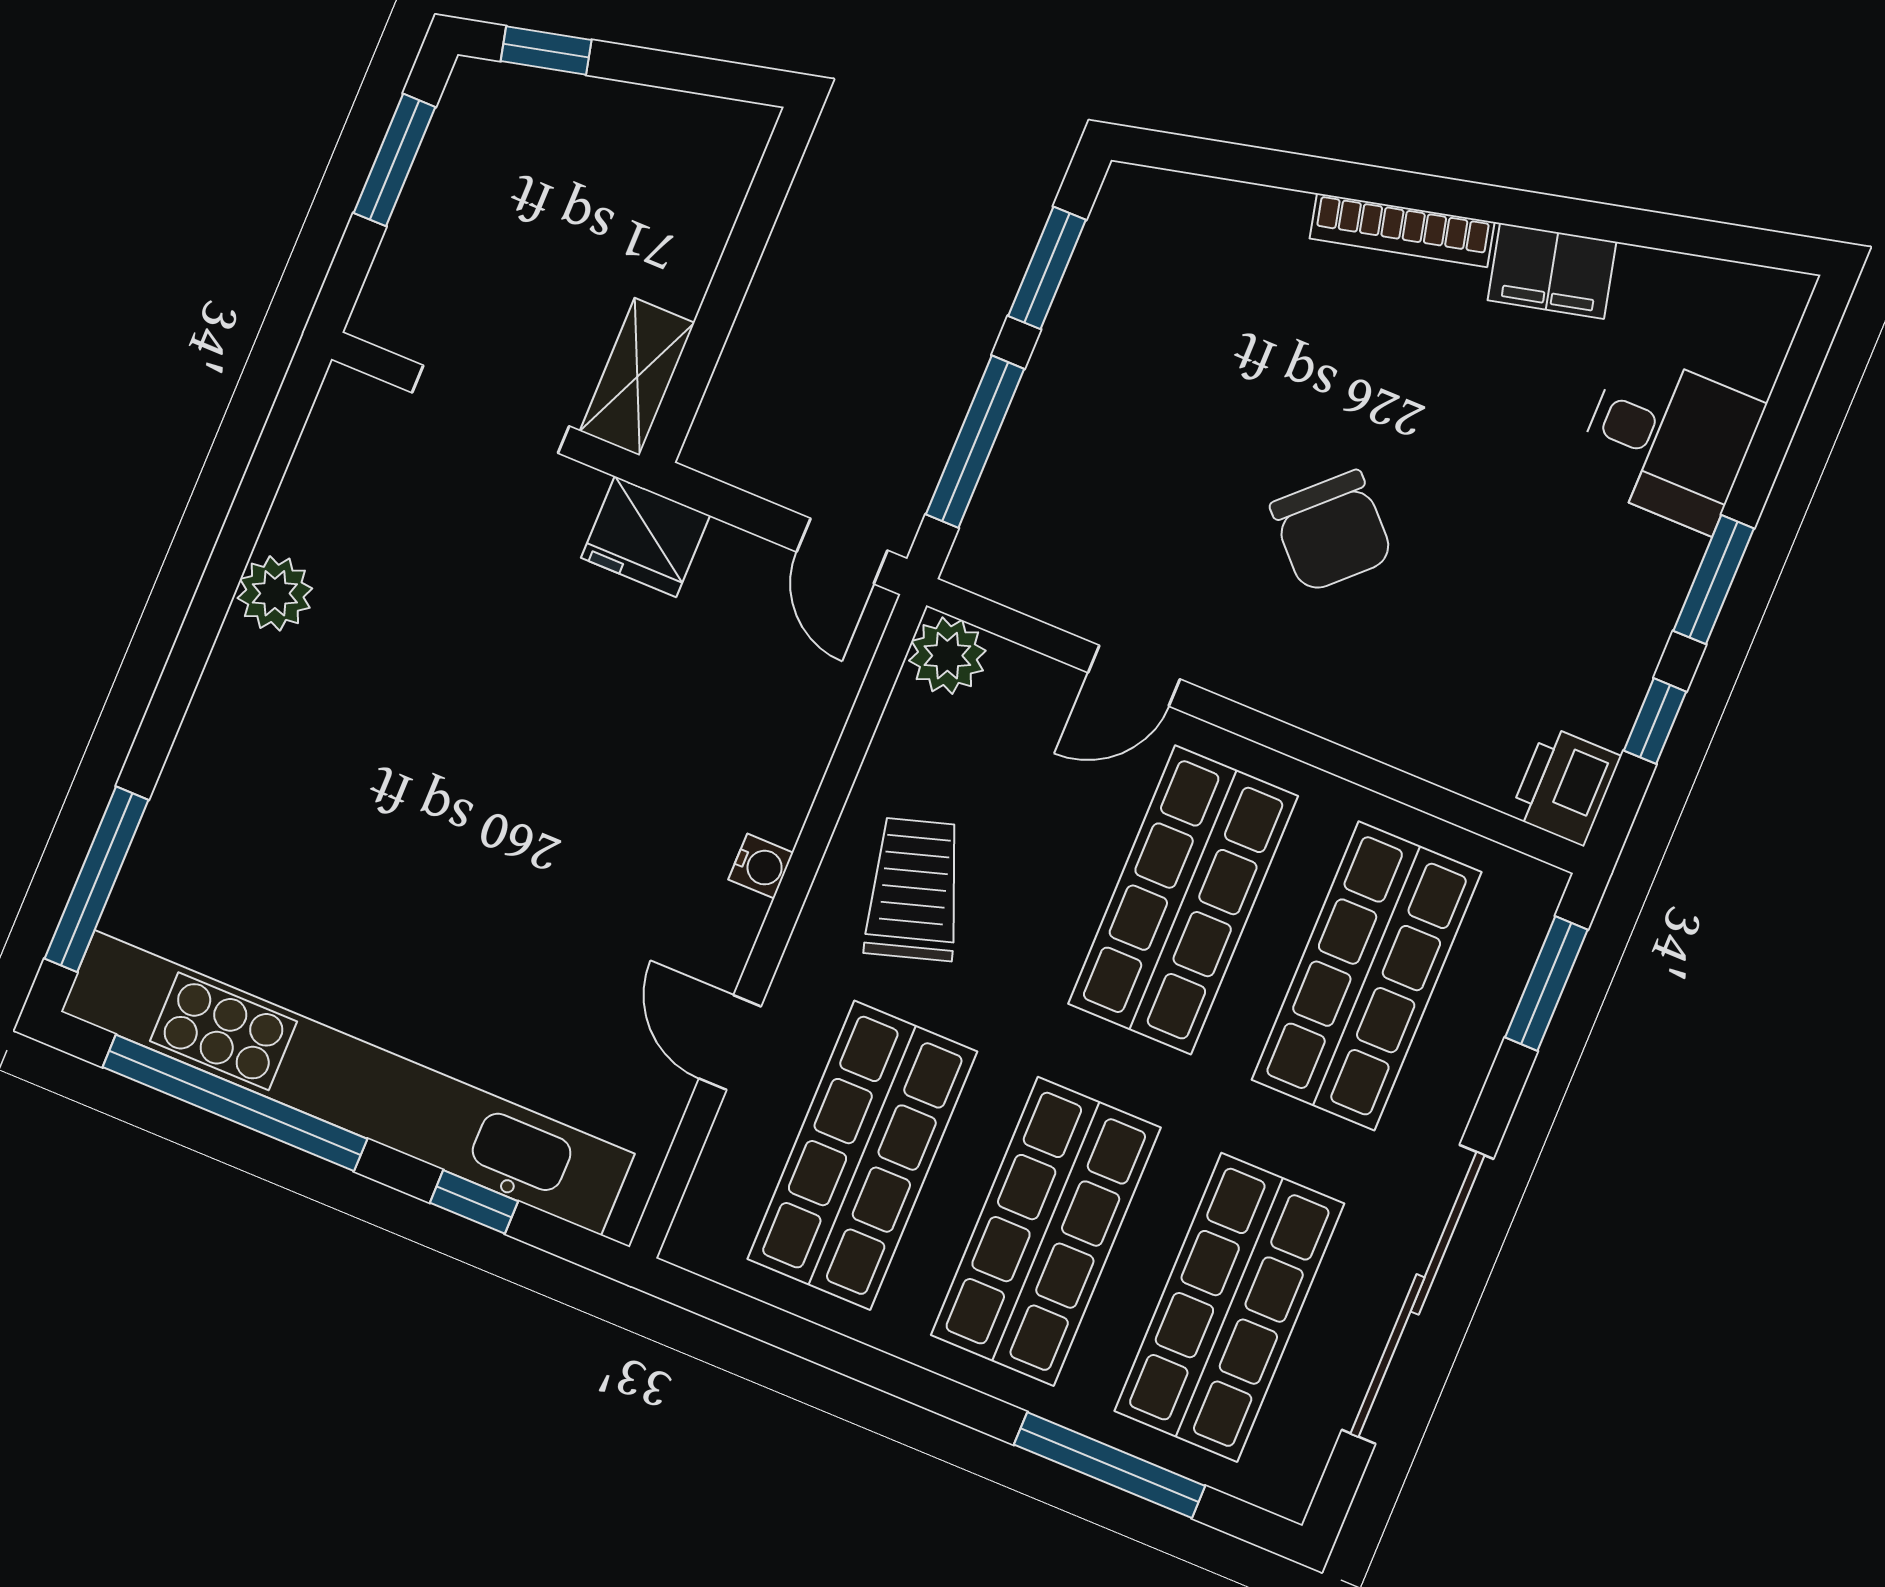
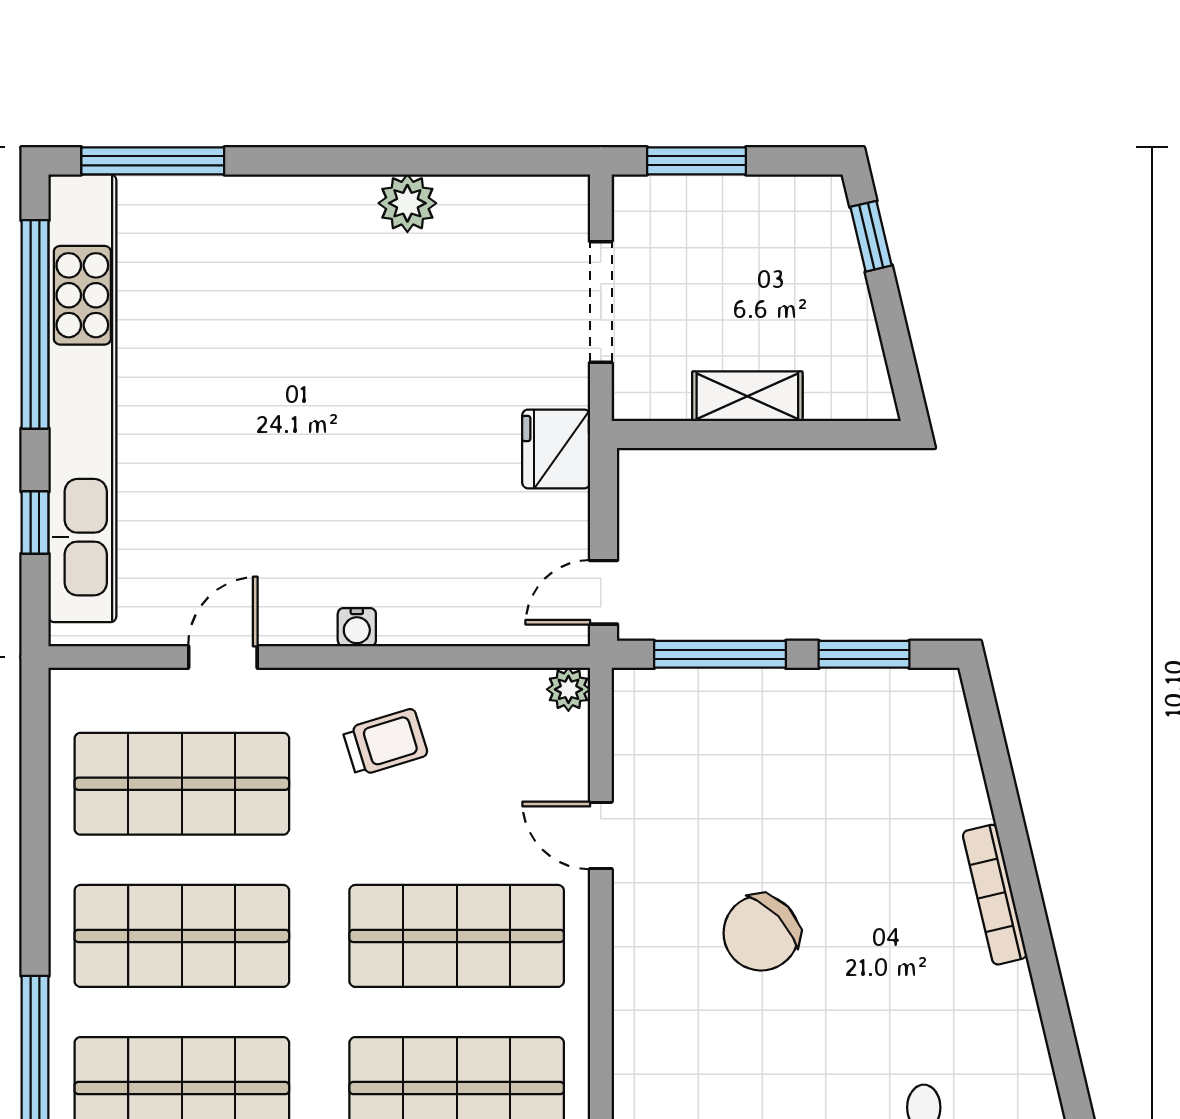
window: (395, 160) -> (696, 161), moved
filing cabinet: (1552, 271) -> (1010, 1013), removed
shelving: (637, 377) -> (747, 396), moved
plant: (947, 656) -> (568, 689), width x0.73, depth x0.73
trolley: (914, 889) -> (385, 742), width x0.73, depth x0.72

